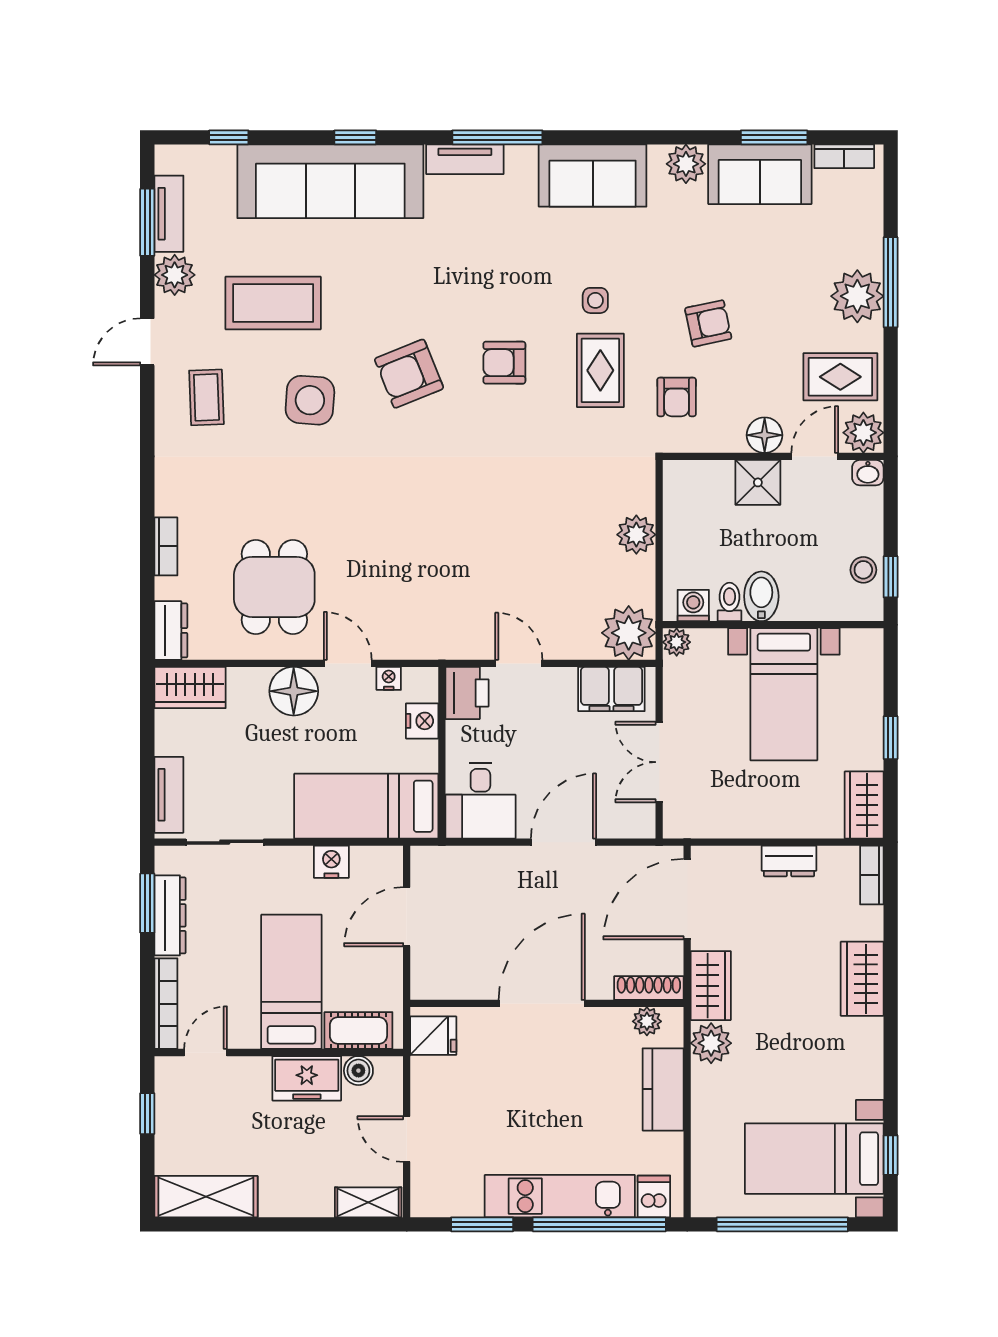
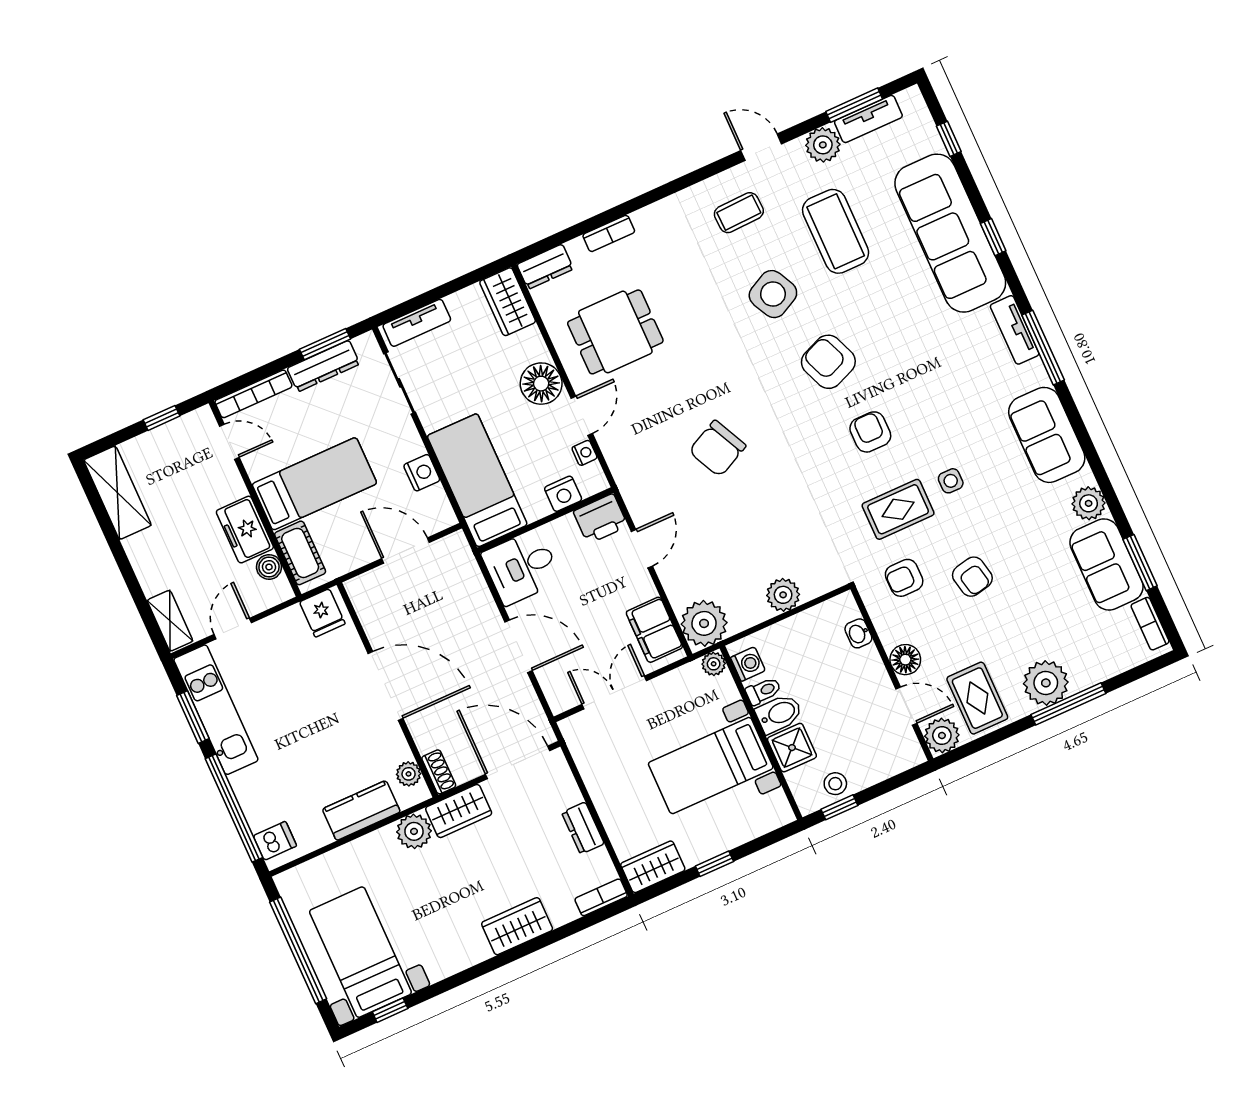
side table: (310, 400) -> (773, 294), turned -31
washbasin: (868, 473) -> (858, 633), moved
shower: (758, 482) -> (792, 748), moved
chair: (448, 534) -> (717, 448), added
shoe rack: (649, 988) -> (439, 772), width x0.70
kitchen unit: (560, 1196) -> (216, 710), moved

